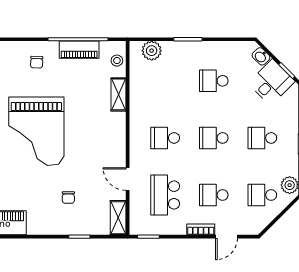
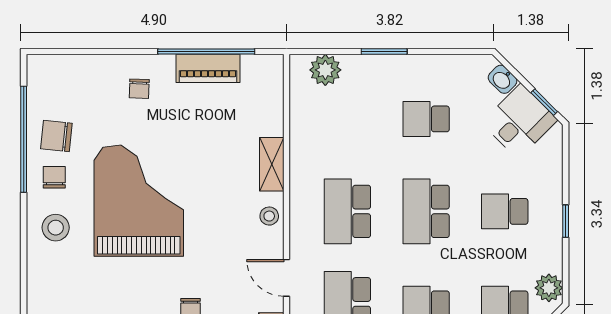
stool: (117, 61) -> (269, 216), moved
shelving: (118, 94) -> (272, 164), moved
grand piano: (36, 131) -> (139, 201), turned 180
school desk: (165, 138) -> (347, 211), width x1.85
school desk: (214, 138) -> (426, 211), width x1.85

